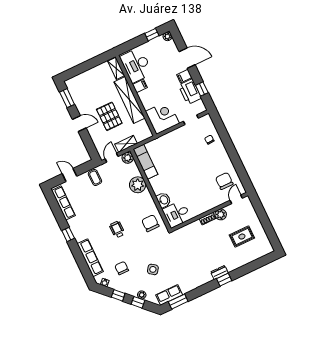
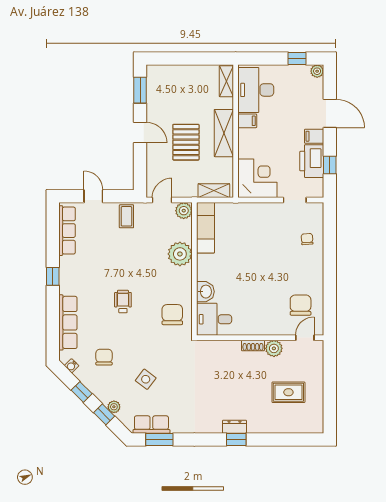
shelving: (129, 100) -> (224, 133), width x0.68
shelving: (126, 144) -> (214, 191), moved

